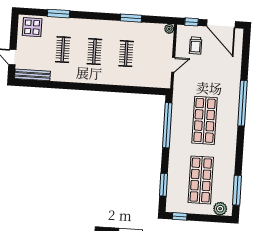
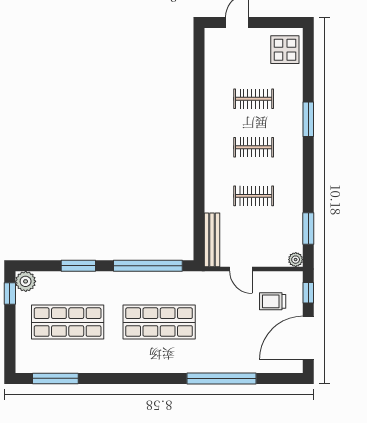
window: (59, 14) -> (308, 119), moved
window: (131, 18) -> (308, 229), moved
bench: (32, 75) -> (212, 240), moved
window: (242, 103) -> (221, 378), moved
window: (164, 185) -> (78, 266), moved
plant: (220, 209) -> (26, 281), moved

